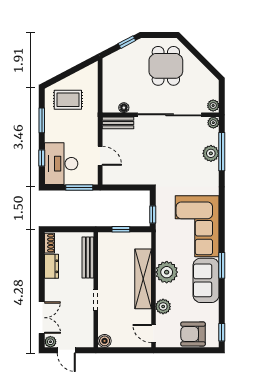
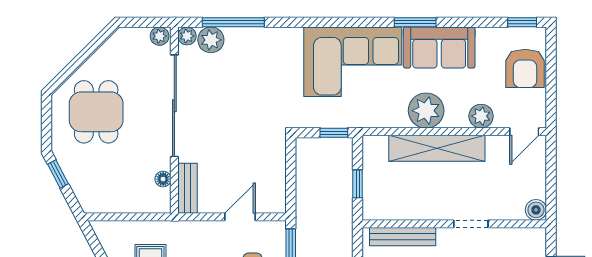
dining table: (166, 66) -> (96, 112), turned 90
plant: (211, 153) -> (211, 40), moved

